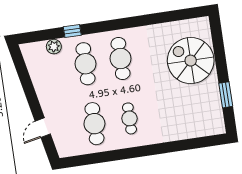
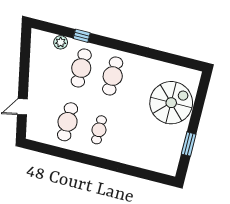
spiral stairs: (191, 61) -> (171, 103), turned 90

